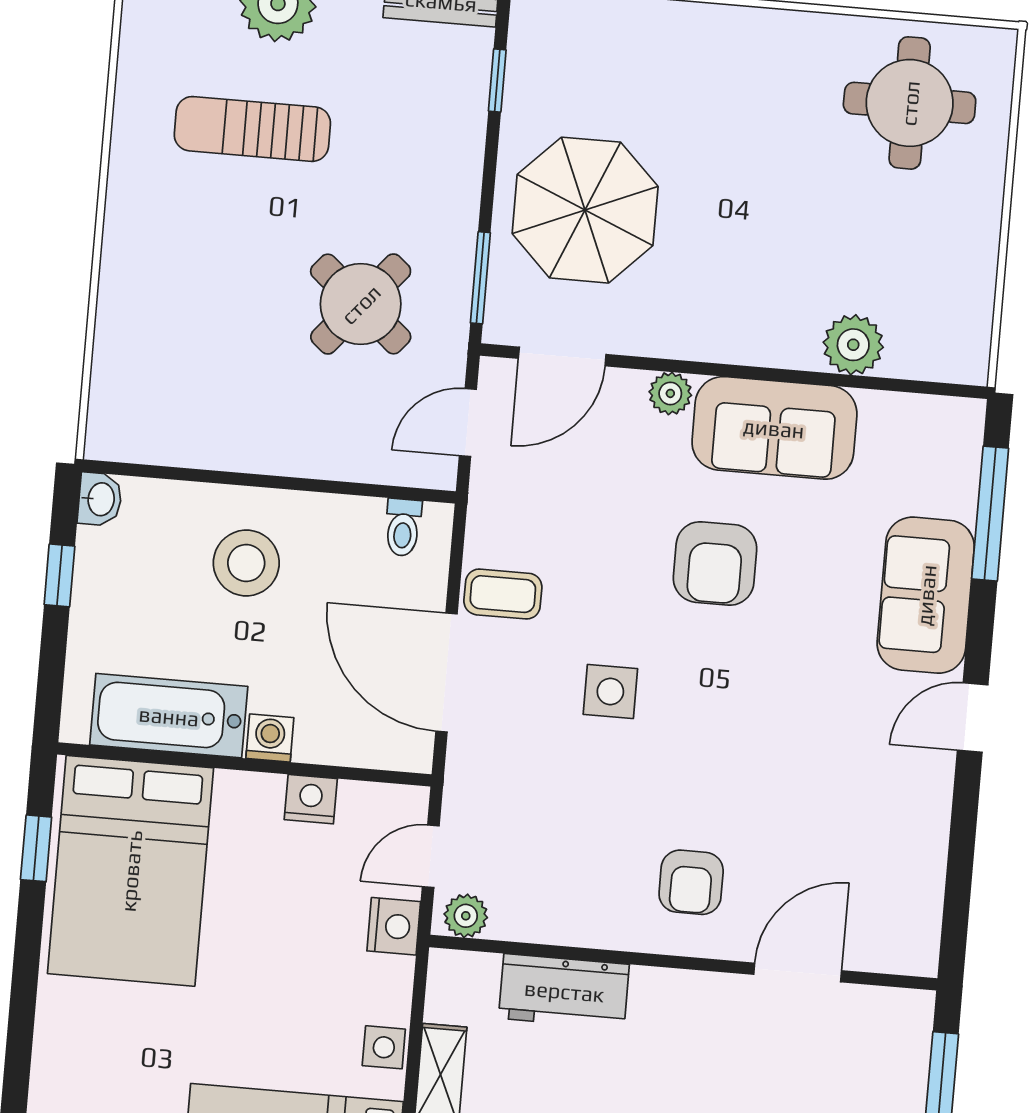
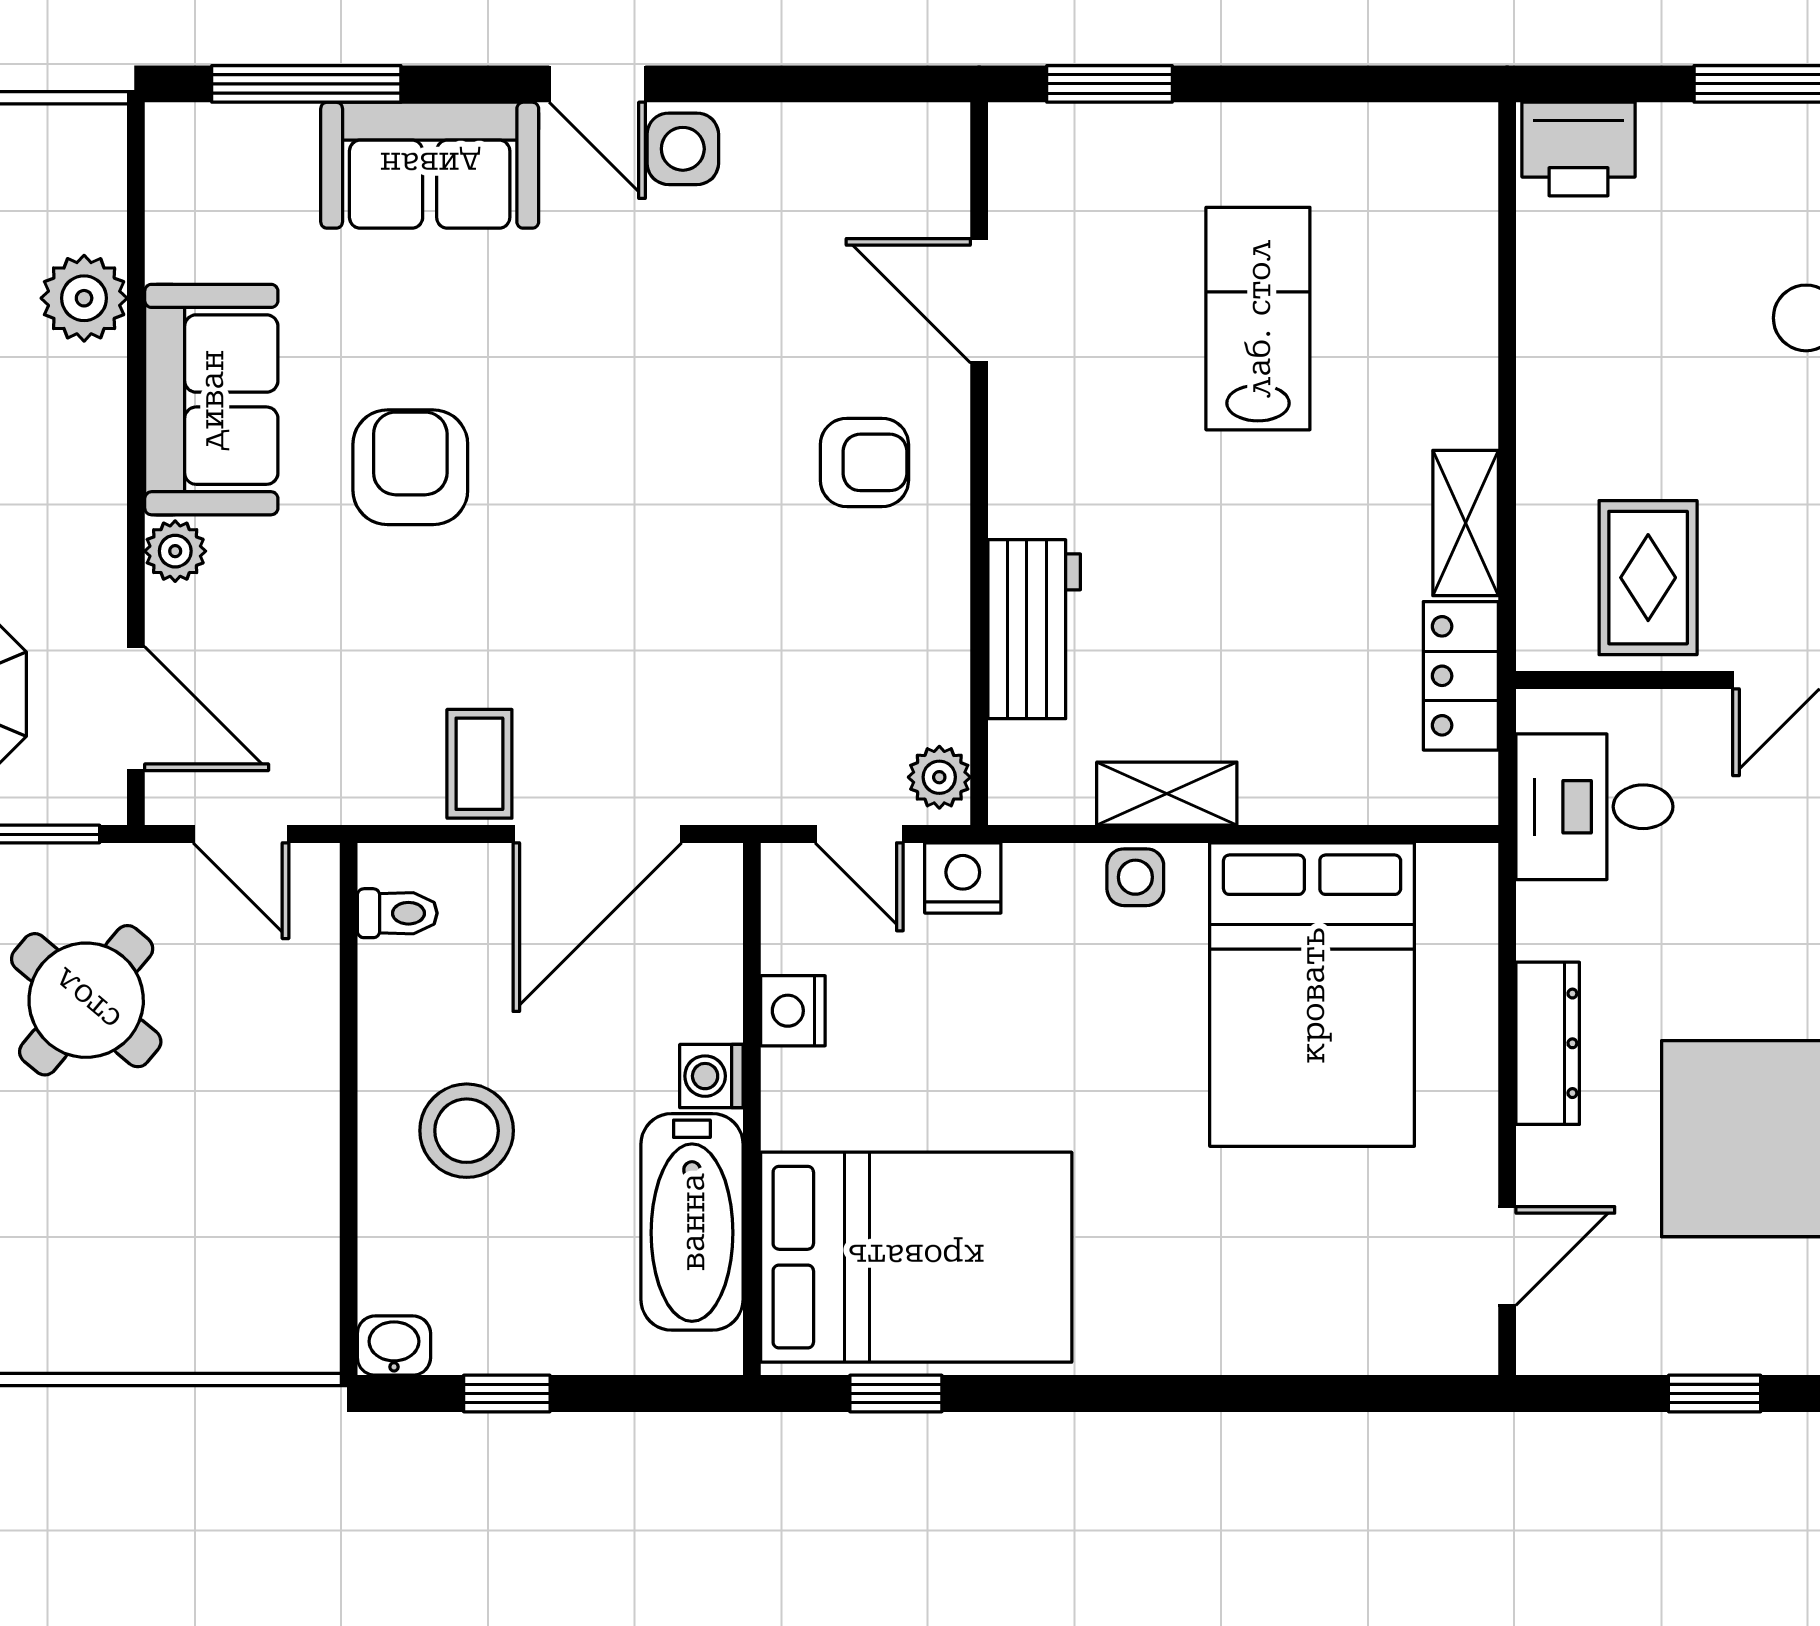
armchair: (715, 563) -> (410, 467), turned -90
side table: (610, 691) -> (683, 149), moved

